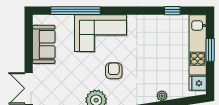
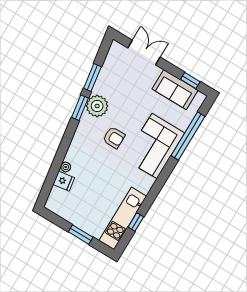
window: (29, 36) -> (190, 80), added
kitchen unit: (198, 45) -> (123, 218), moved, turned -90
fridge: (198, 83) -> (64, 181), moved, turned 81

